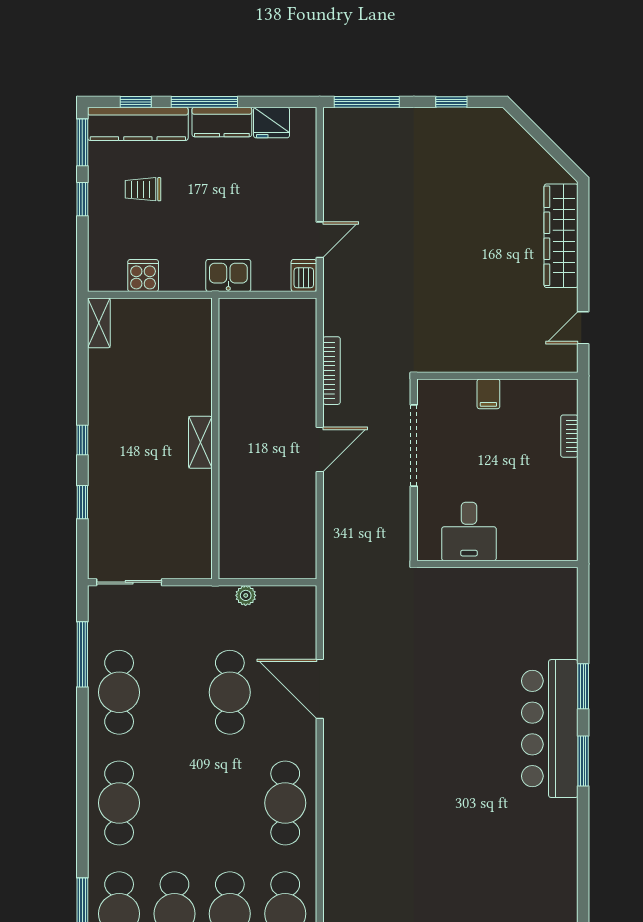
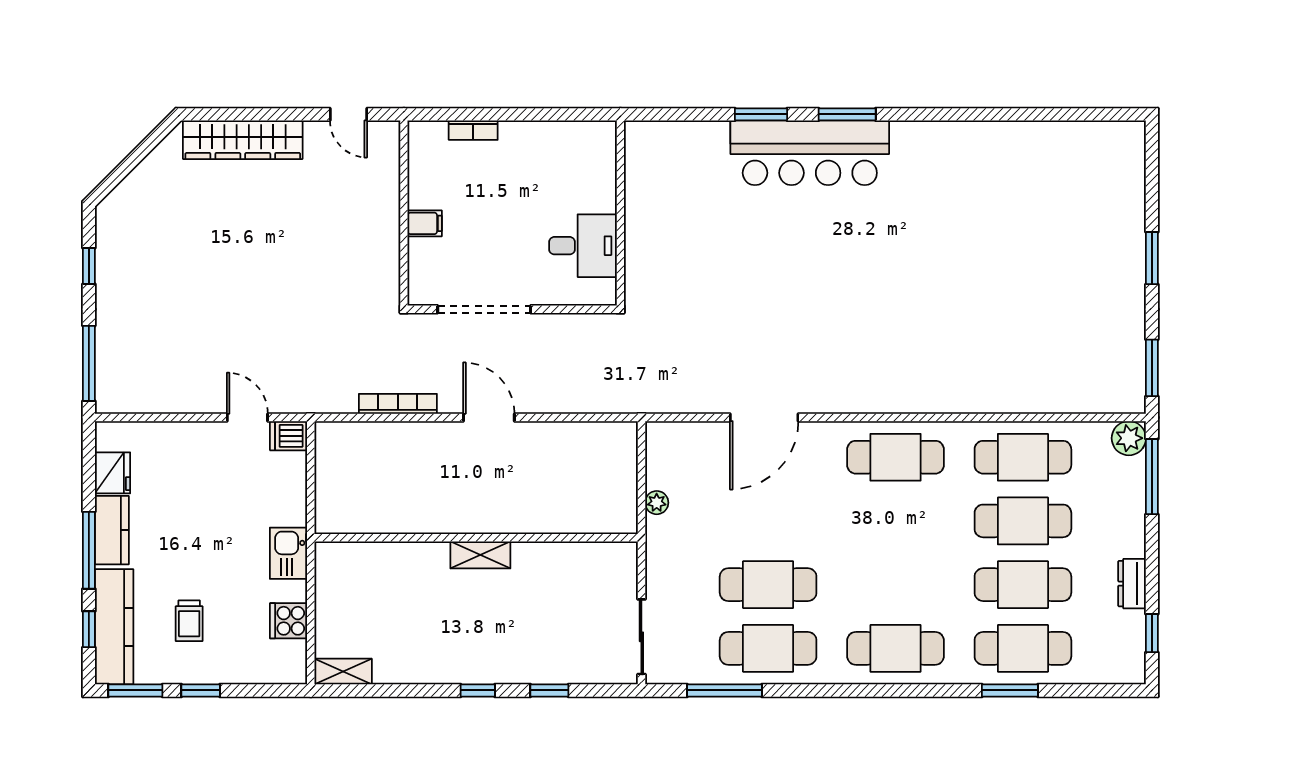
kitchen sink: (228, 275) -> (288, 553), moved
cafe table: (230, 692) -> (768, 585), moved

